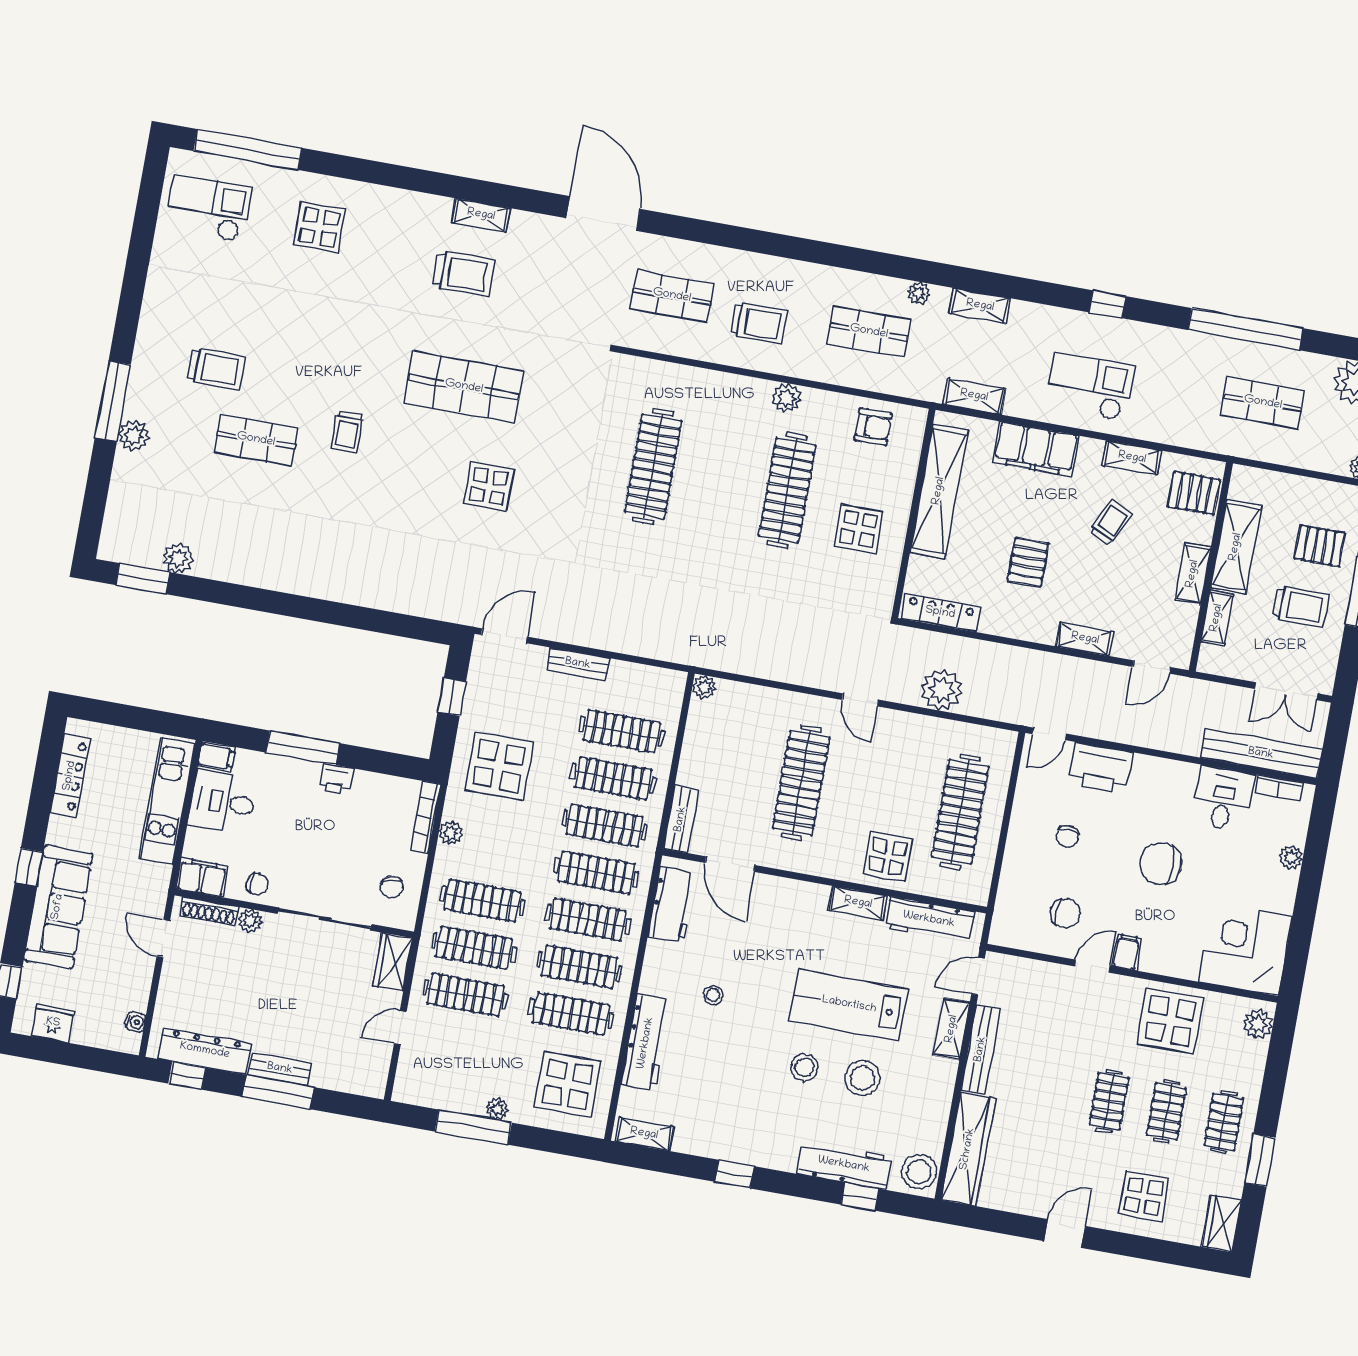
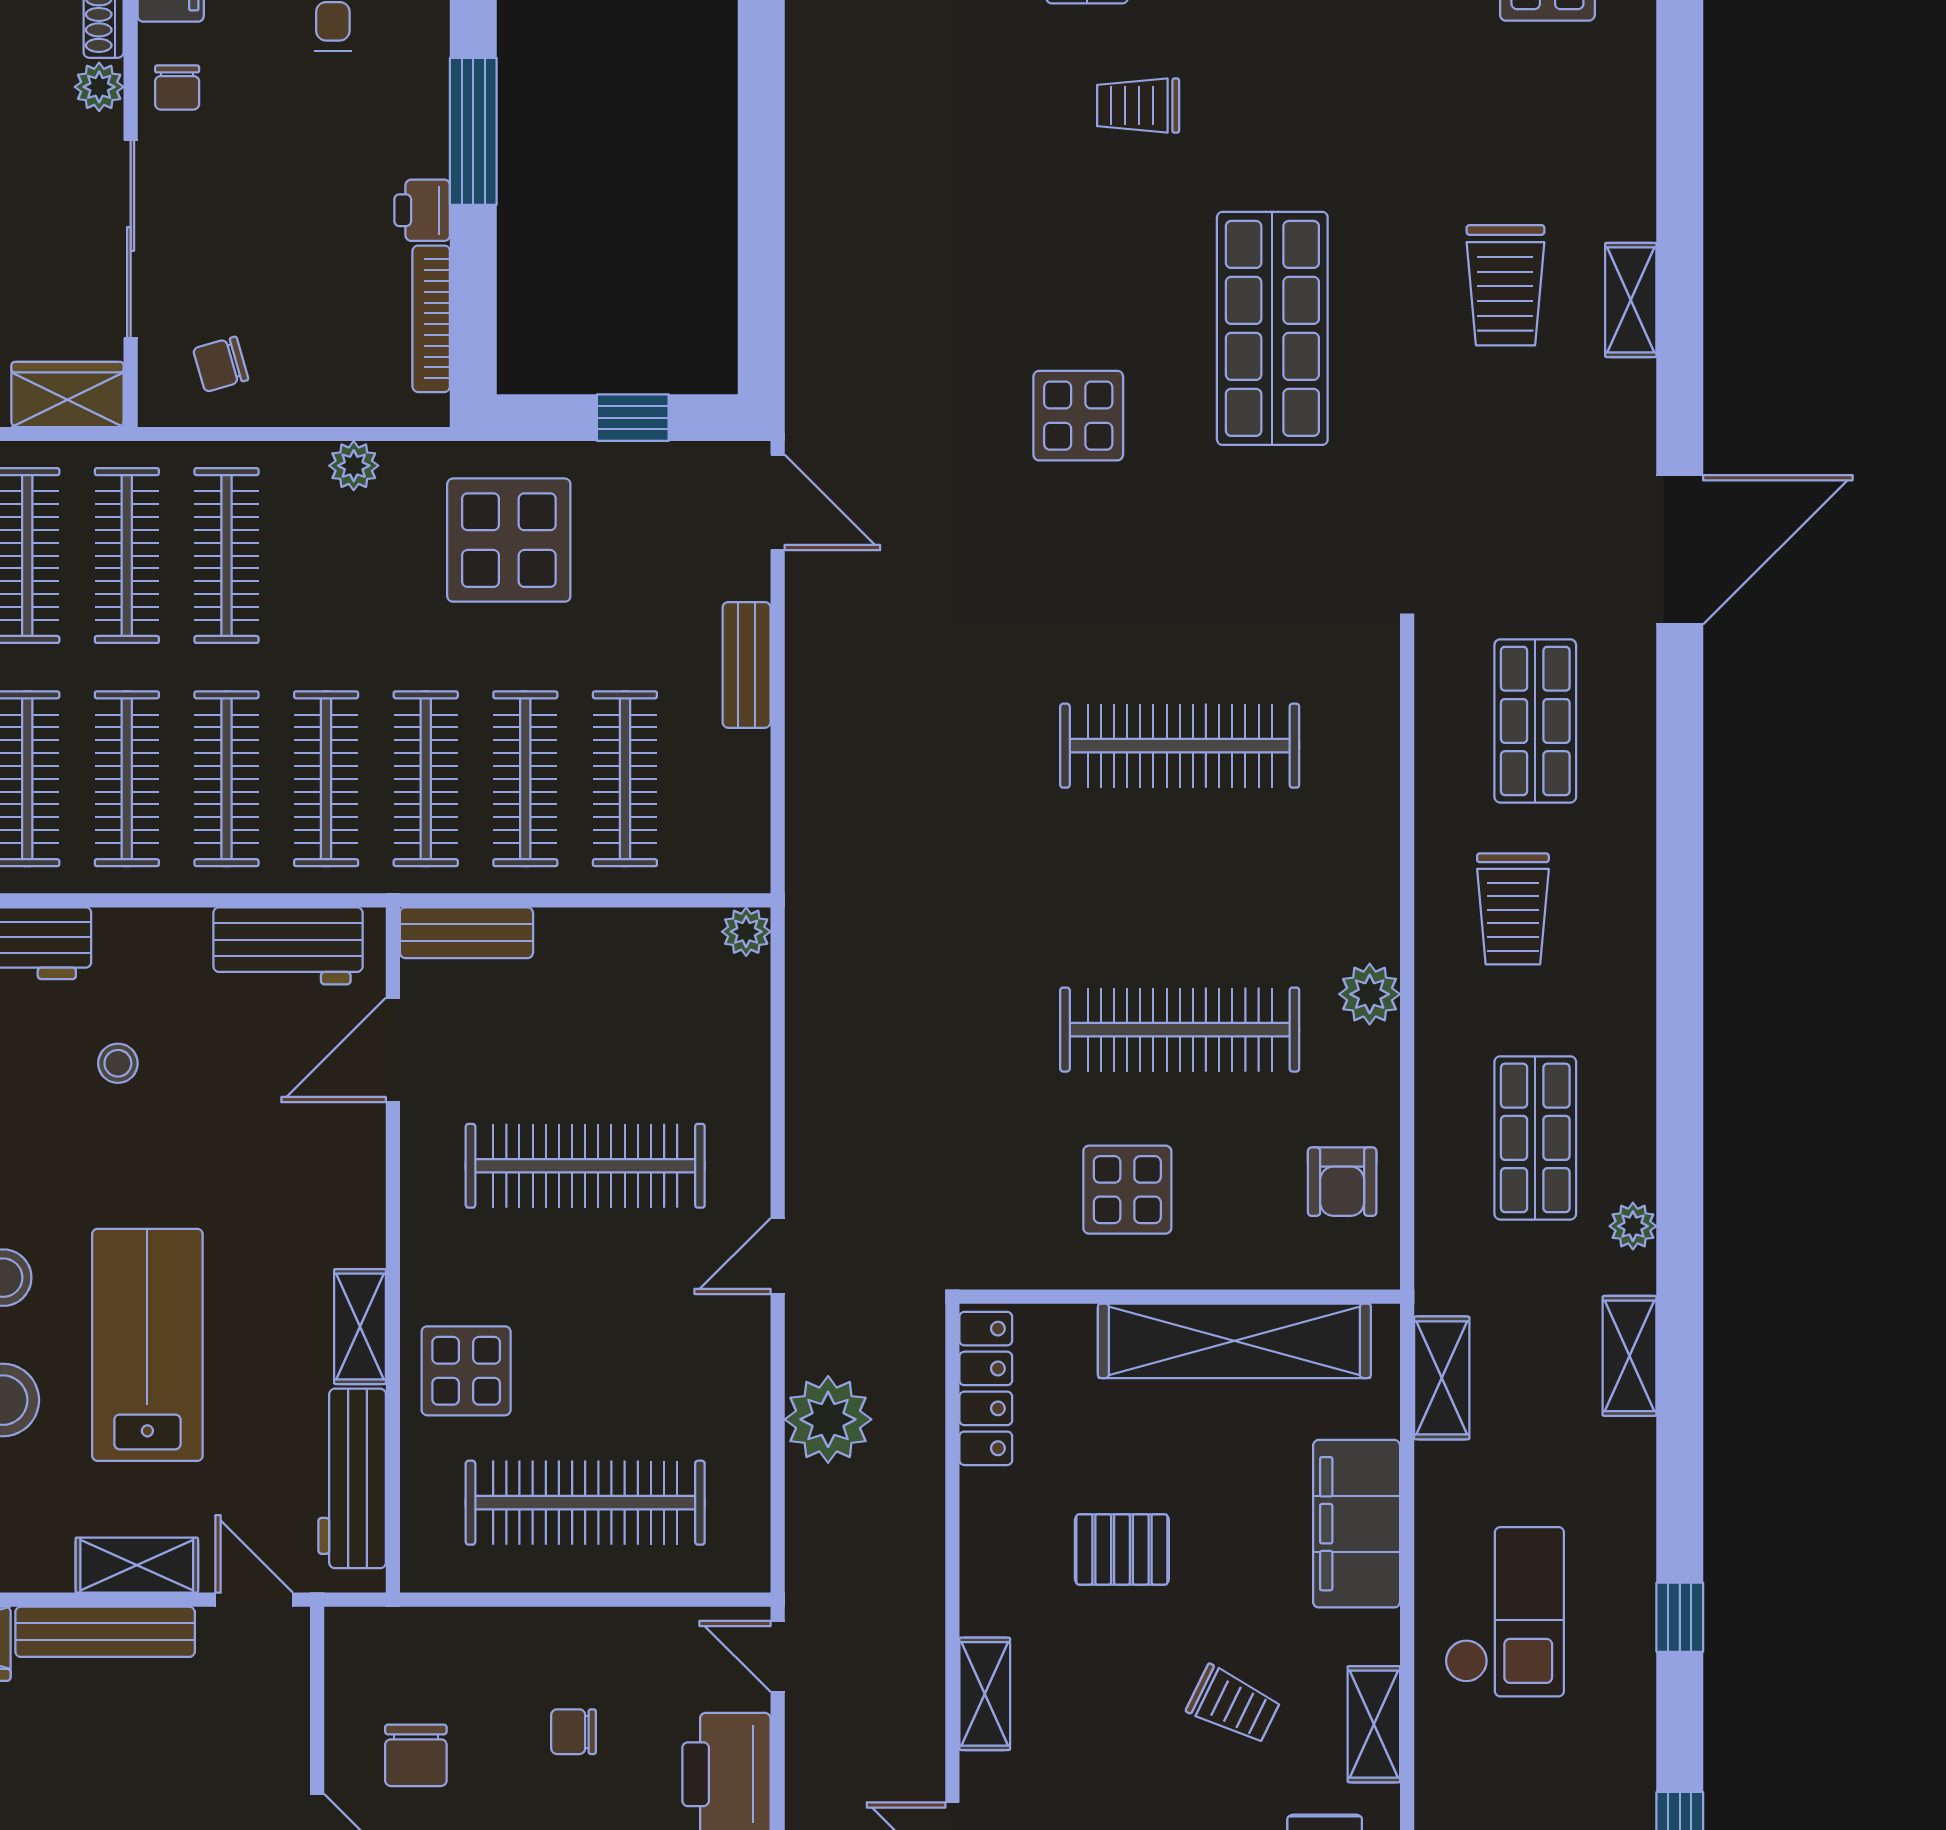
bookcase: (426, 817) -> (431, 319), moved, turned -90

